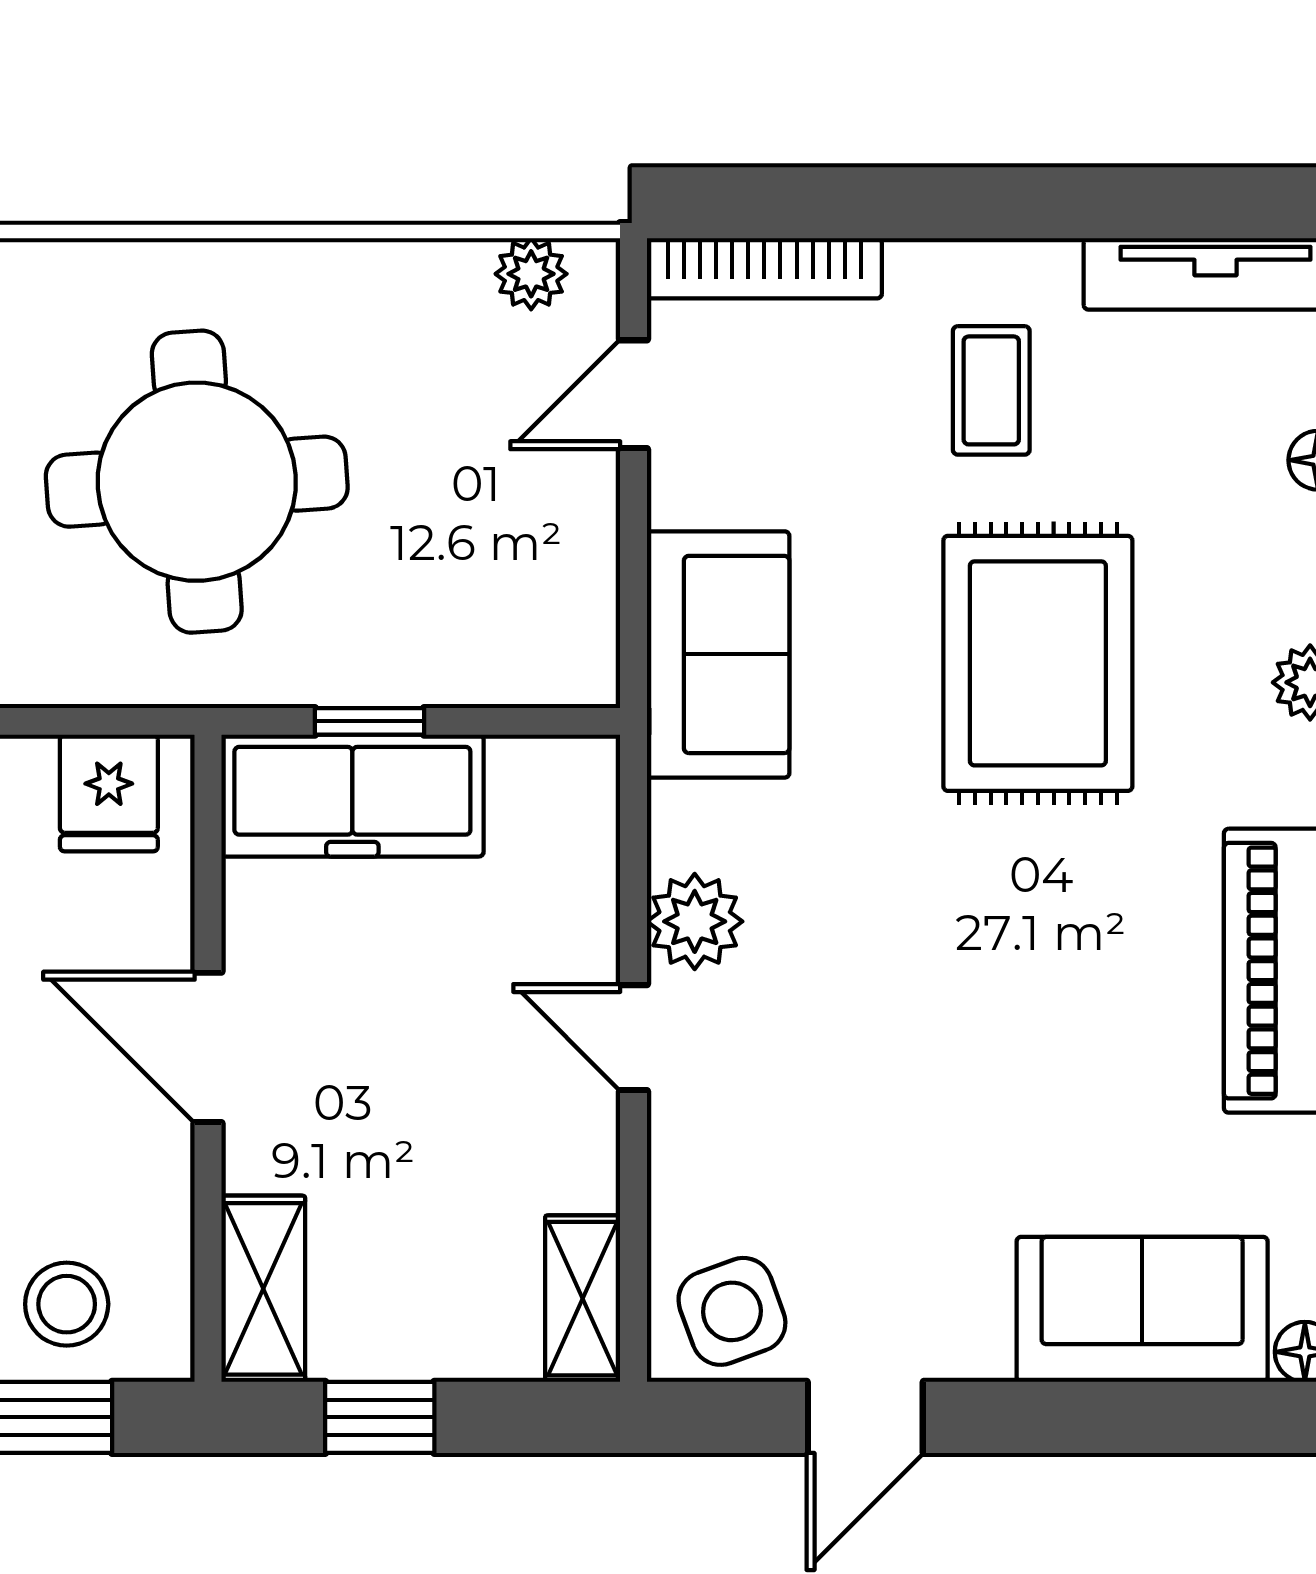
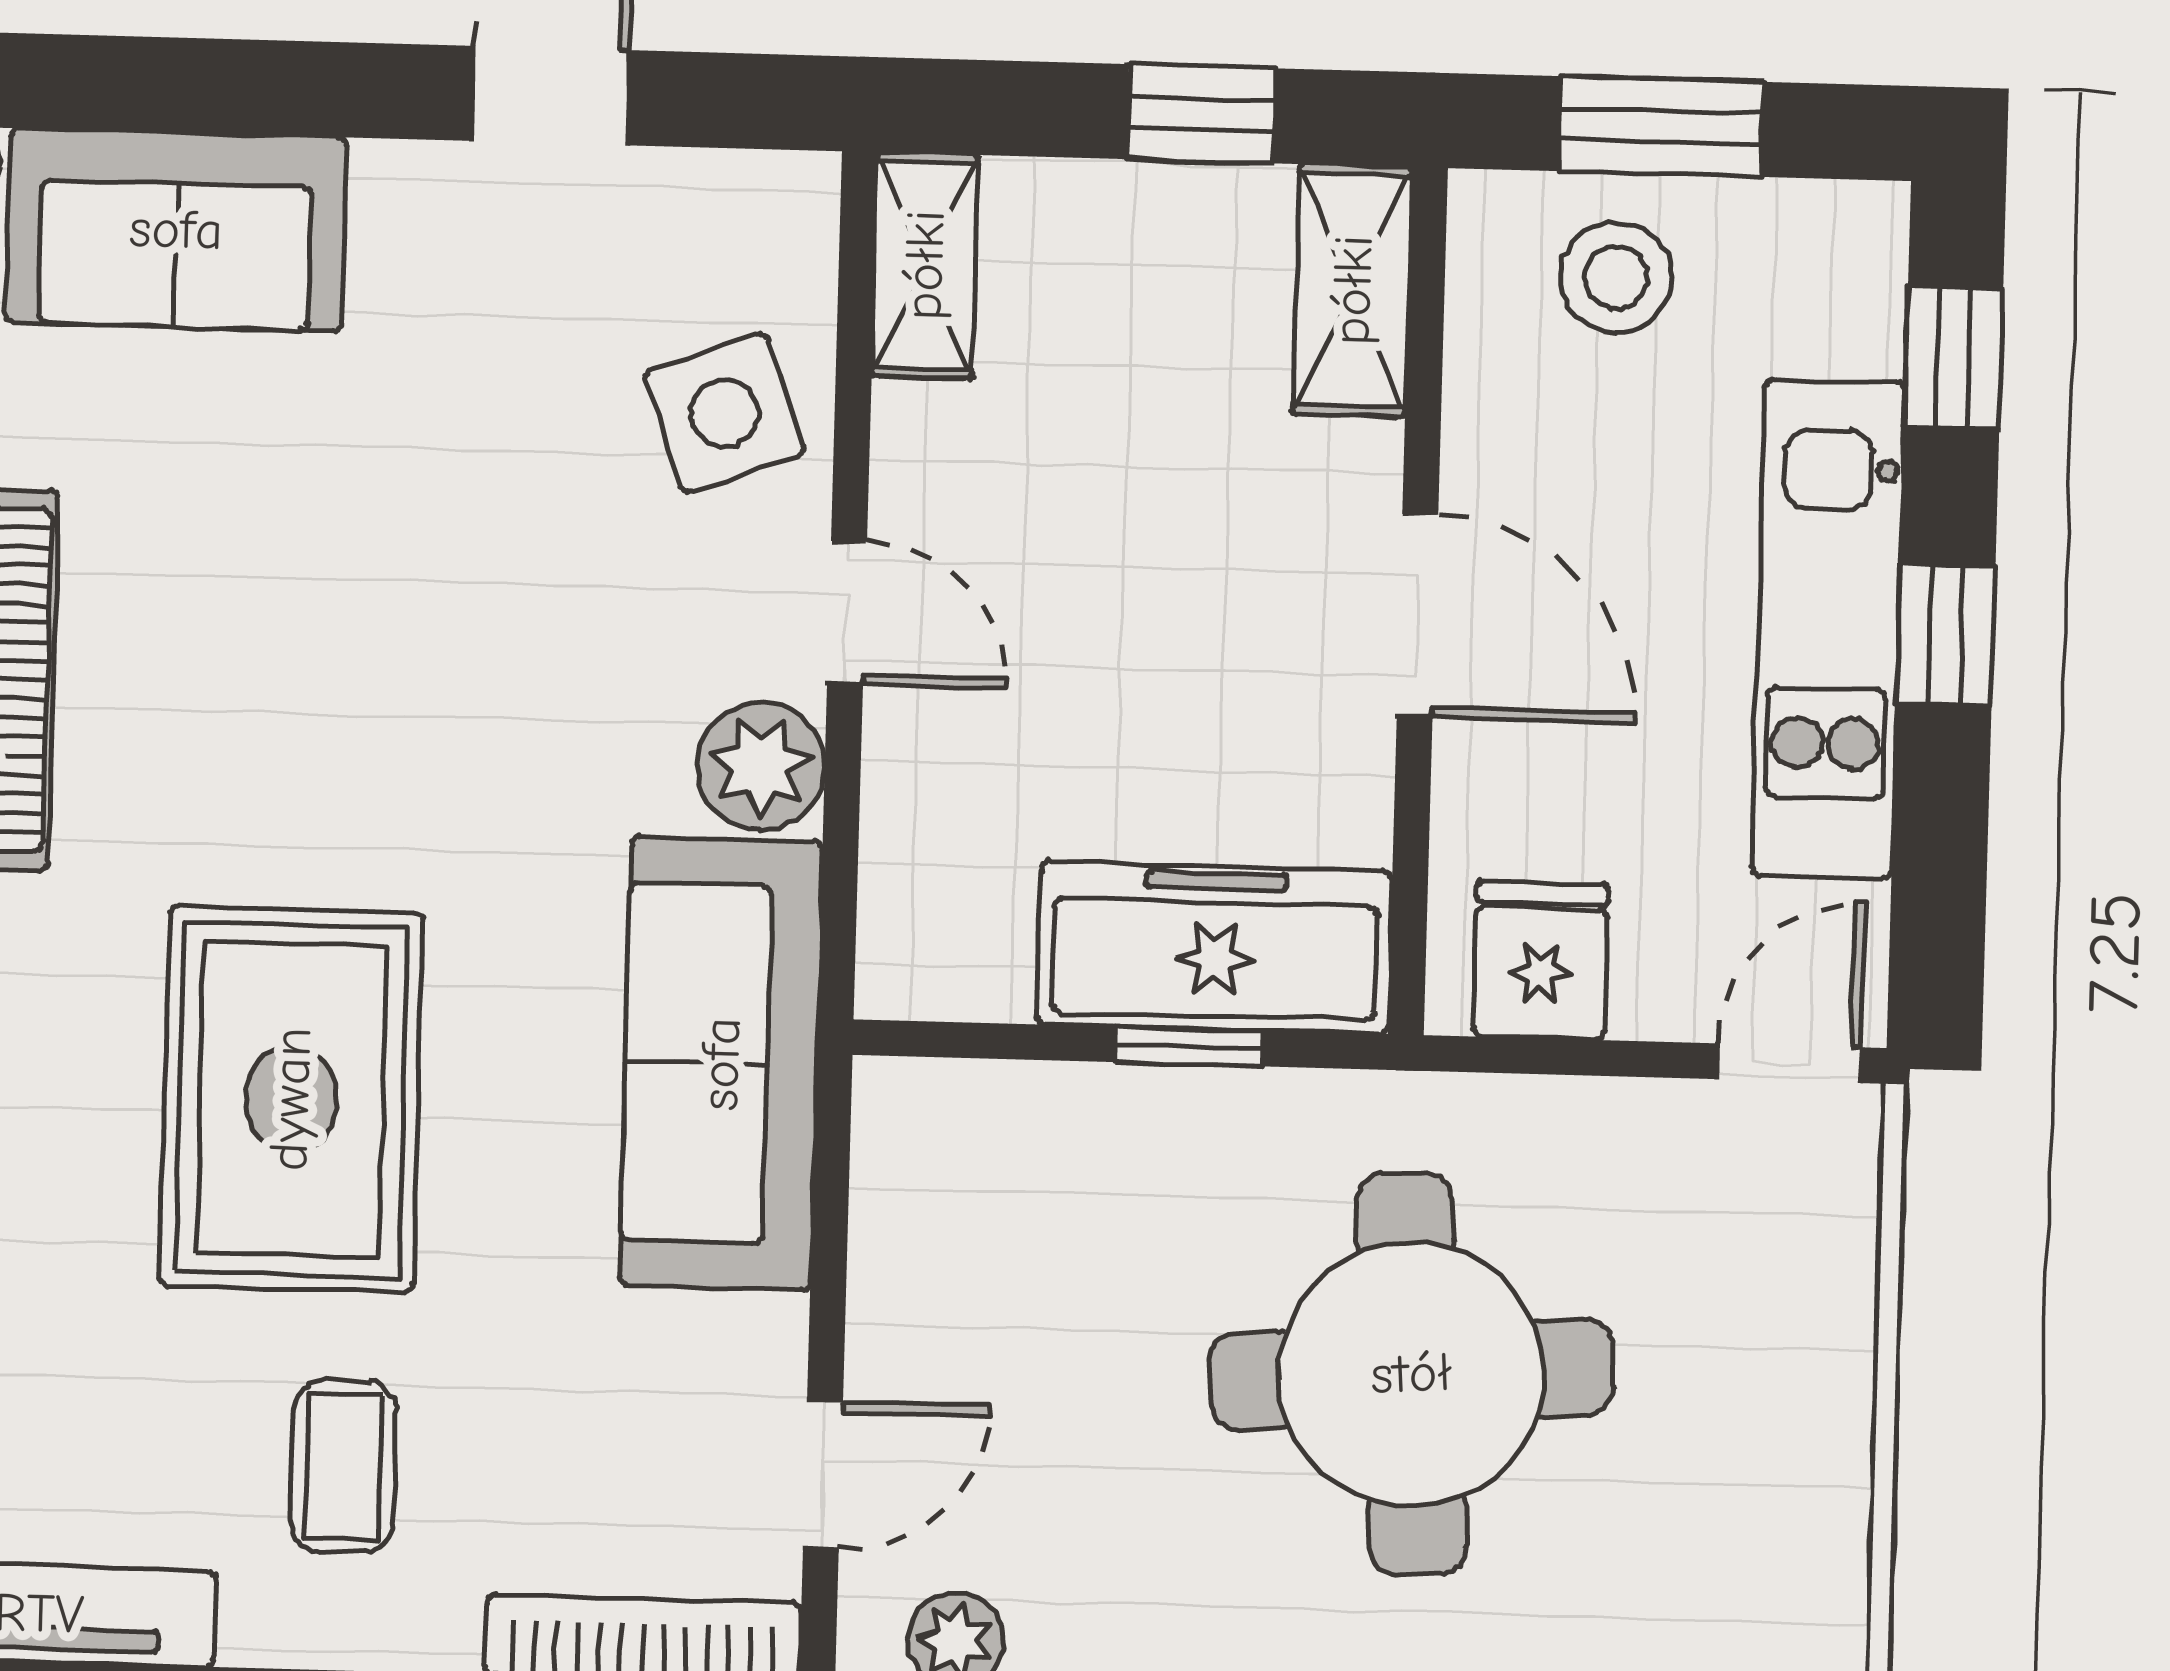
sofa: (718, 654) -> (721, 1064), width x1.36
side table: (732, 1311) -> (725, 413), moved

